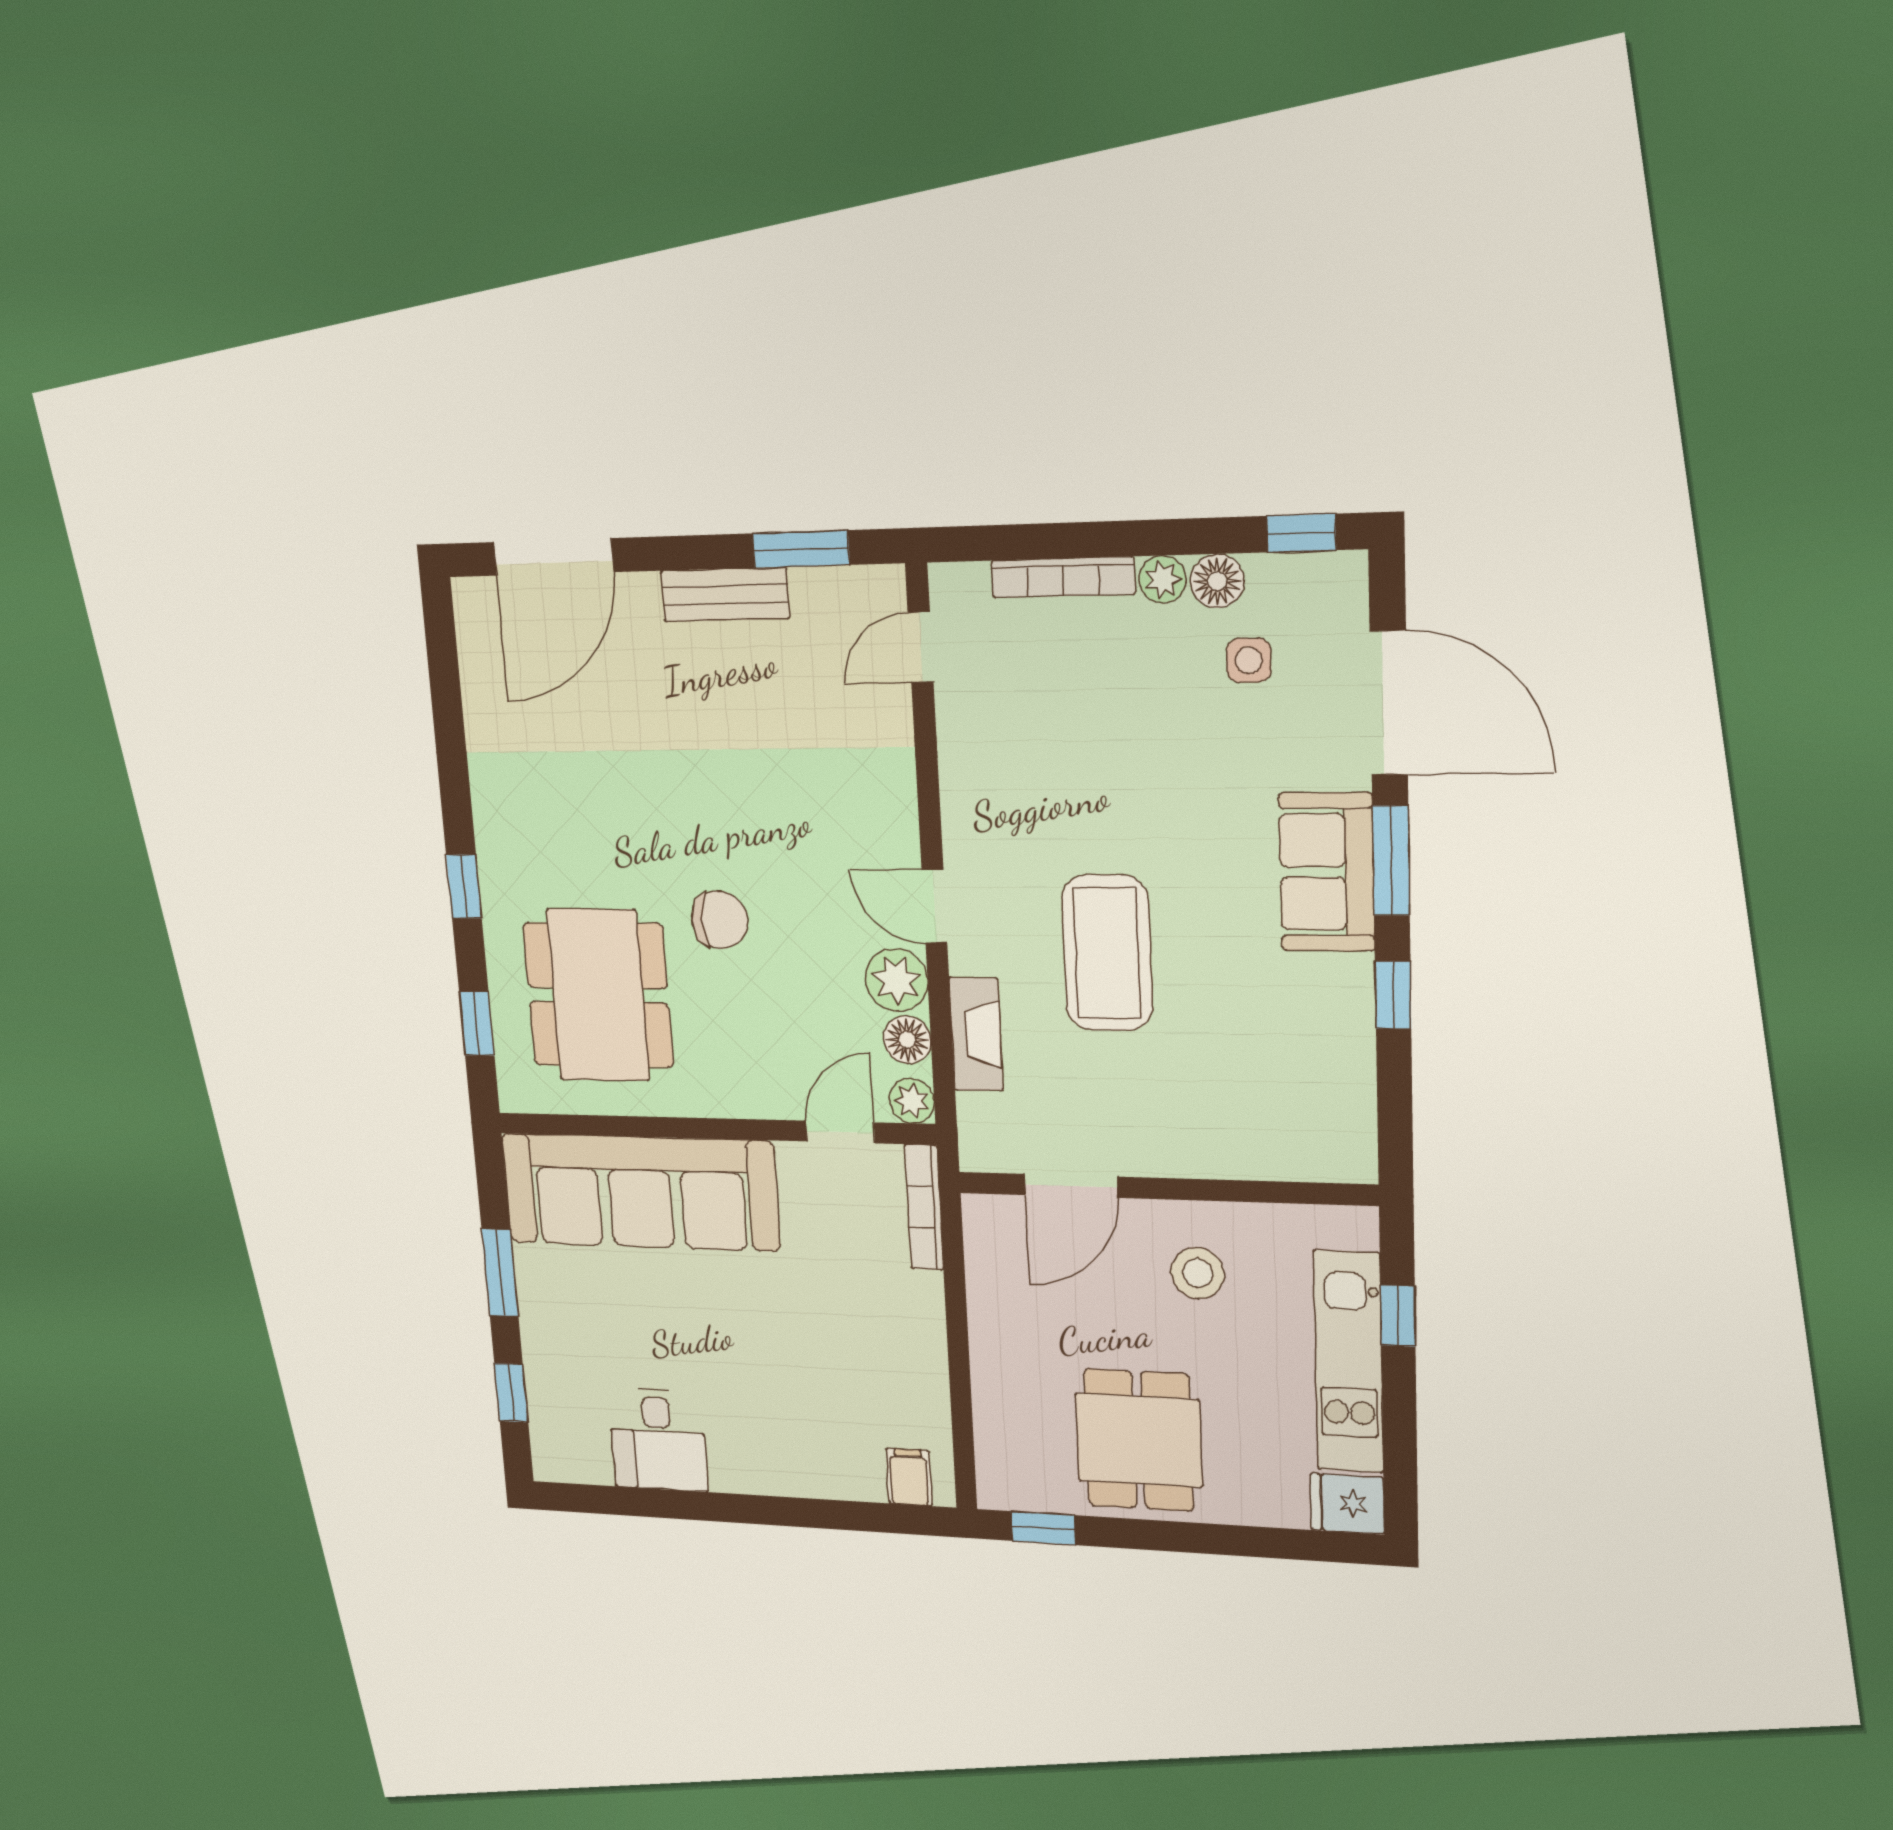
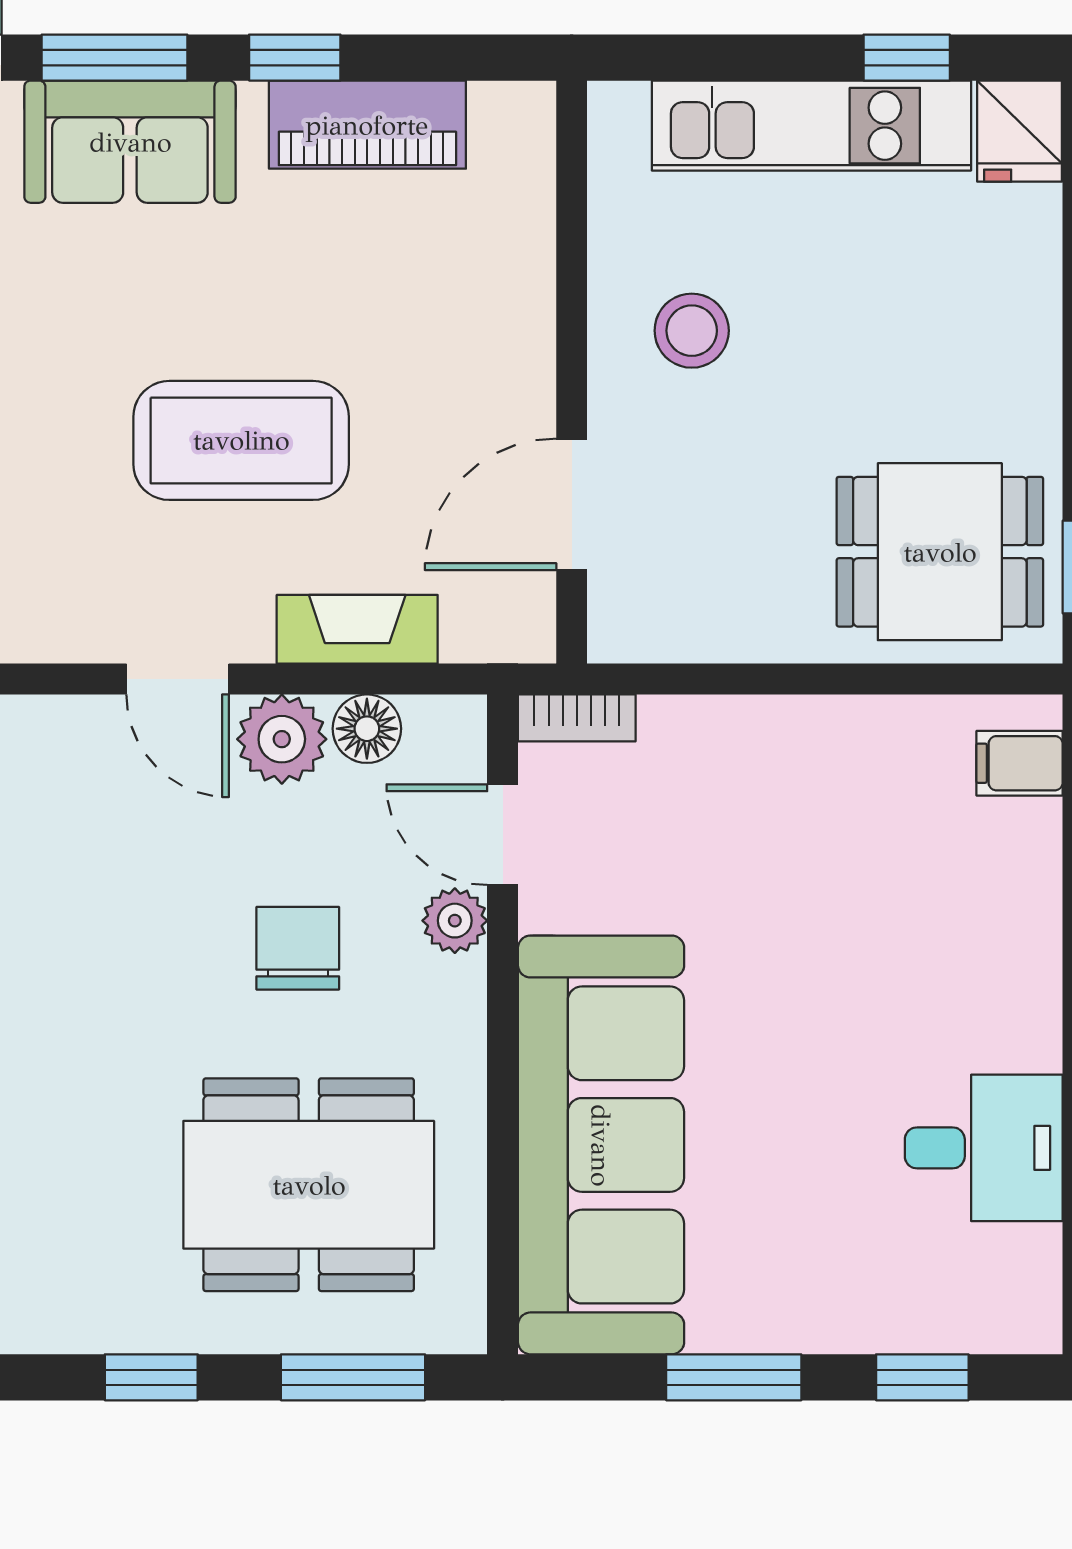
door: (934, 906) -> (178, 679), hinge flipped
chair: (719, 920) -> (298, 948), moved
window: (477, 1023) -> (353, 1377), width x1.50
piano: (1343, 1048) -> (367, 125), added
plant: (912, 1101) -> (455, 921), moved
door: (1071, 1186) -> (572, 504), swing flipped
bookcase: (924, 1207) -> (577, 718), width x0.64
window: (1398, 1316) -> (907, 58), moved
dining table: (1139, 1440) -> (940, 552), moved

